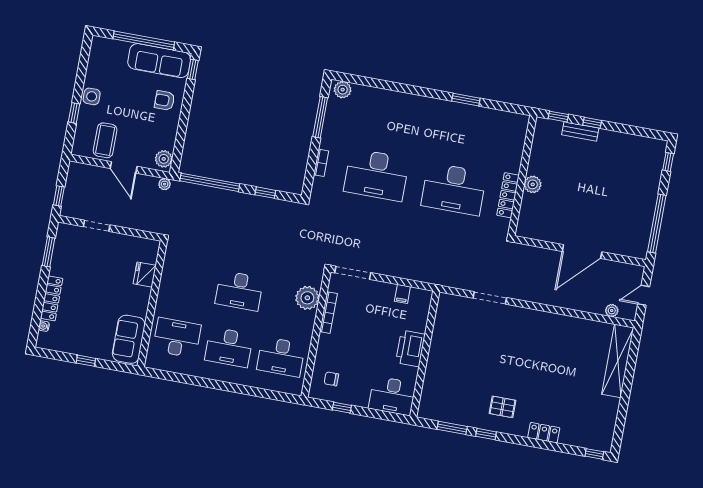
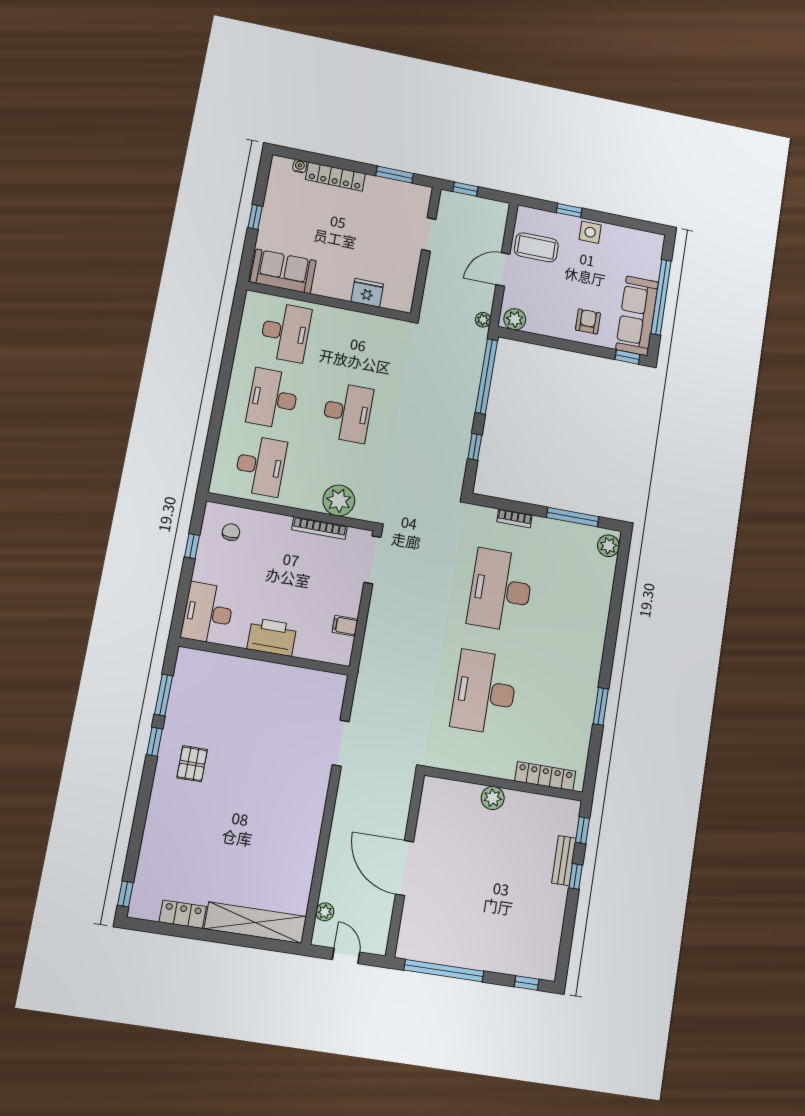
locker: (508, 195) -> (545, 776), moved
desk: (239, 291) -> (347, 413), turned 180
desk: (281, 357) -> (260, 466), turned 180
locker: (544, 433) -> (183, 914), moved, turned -90

